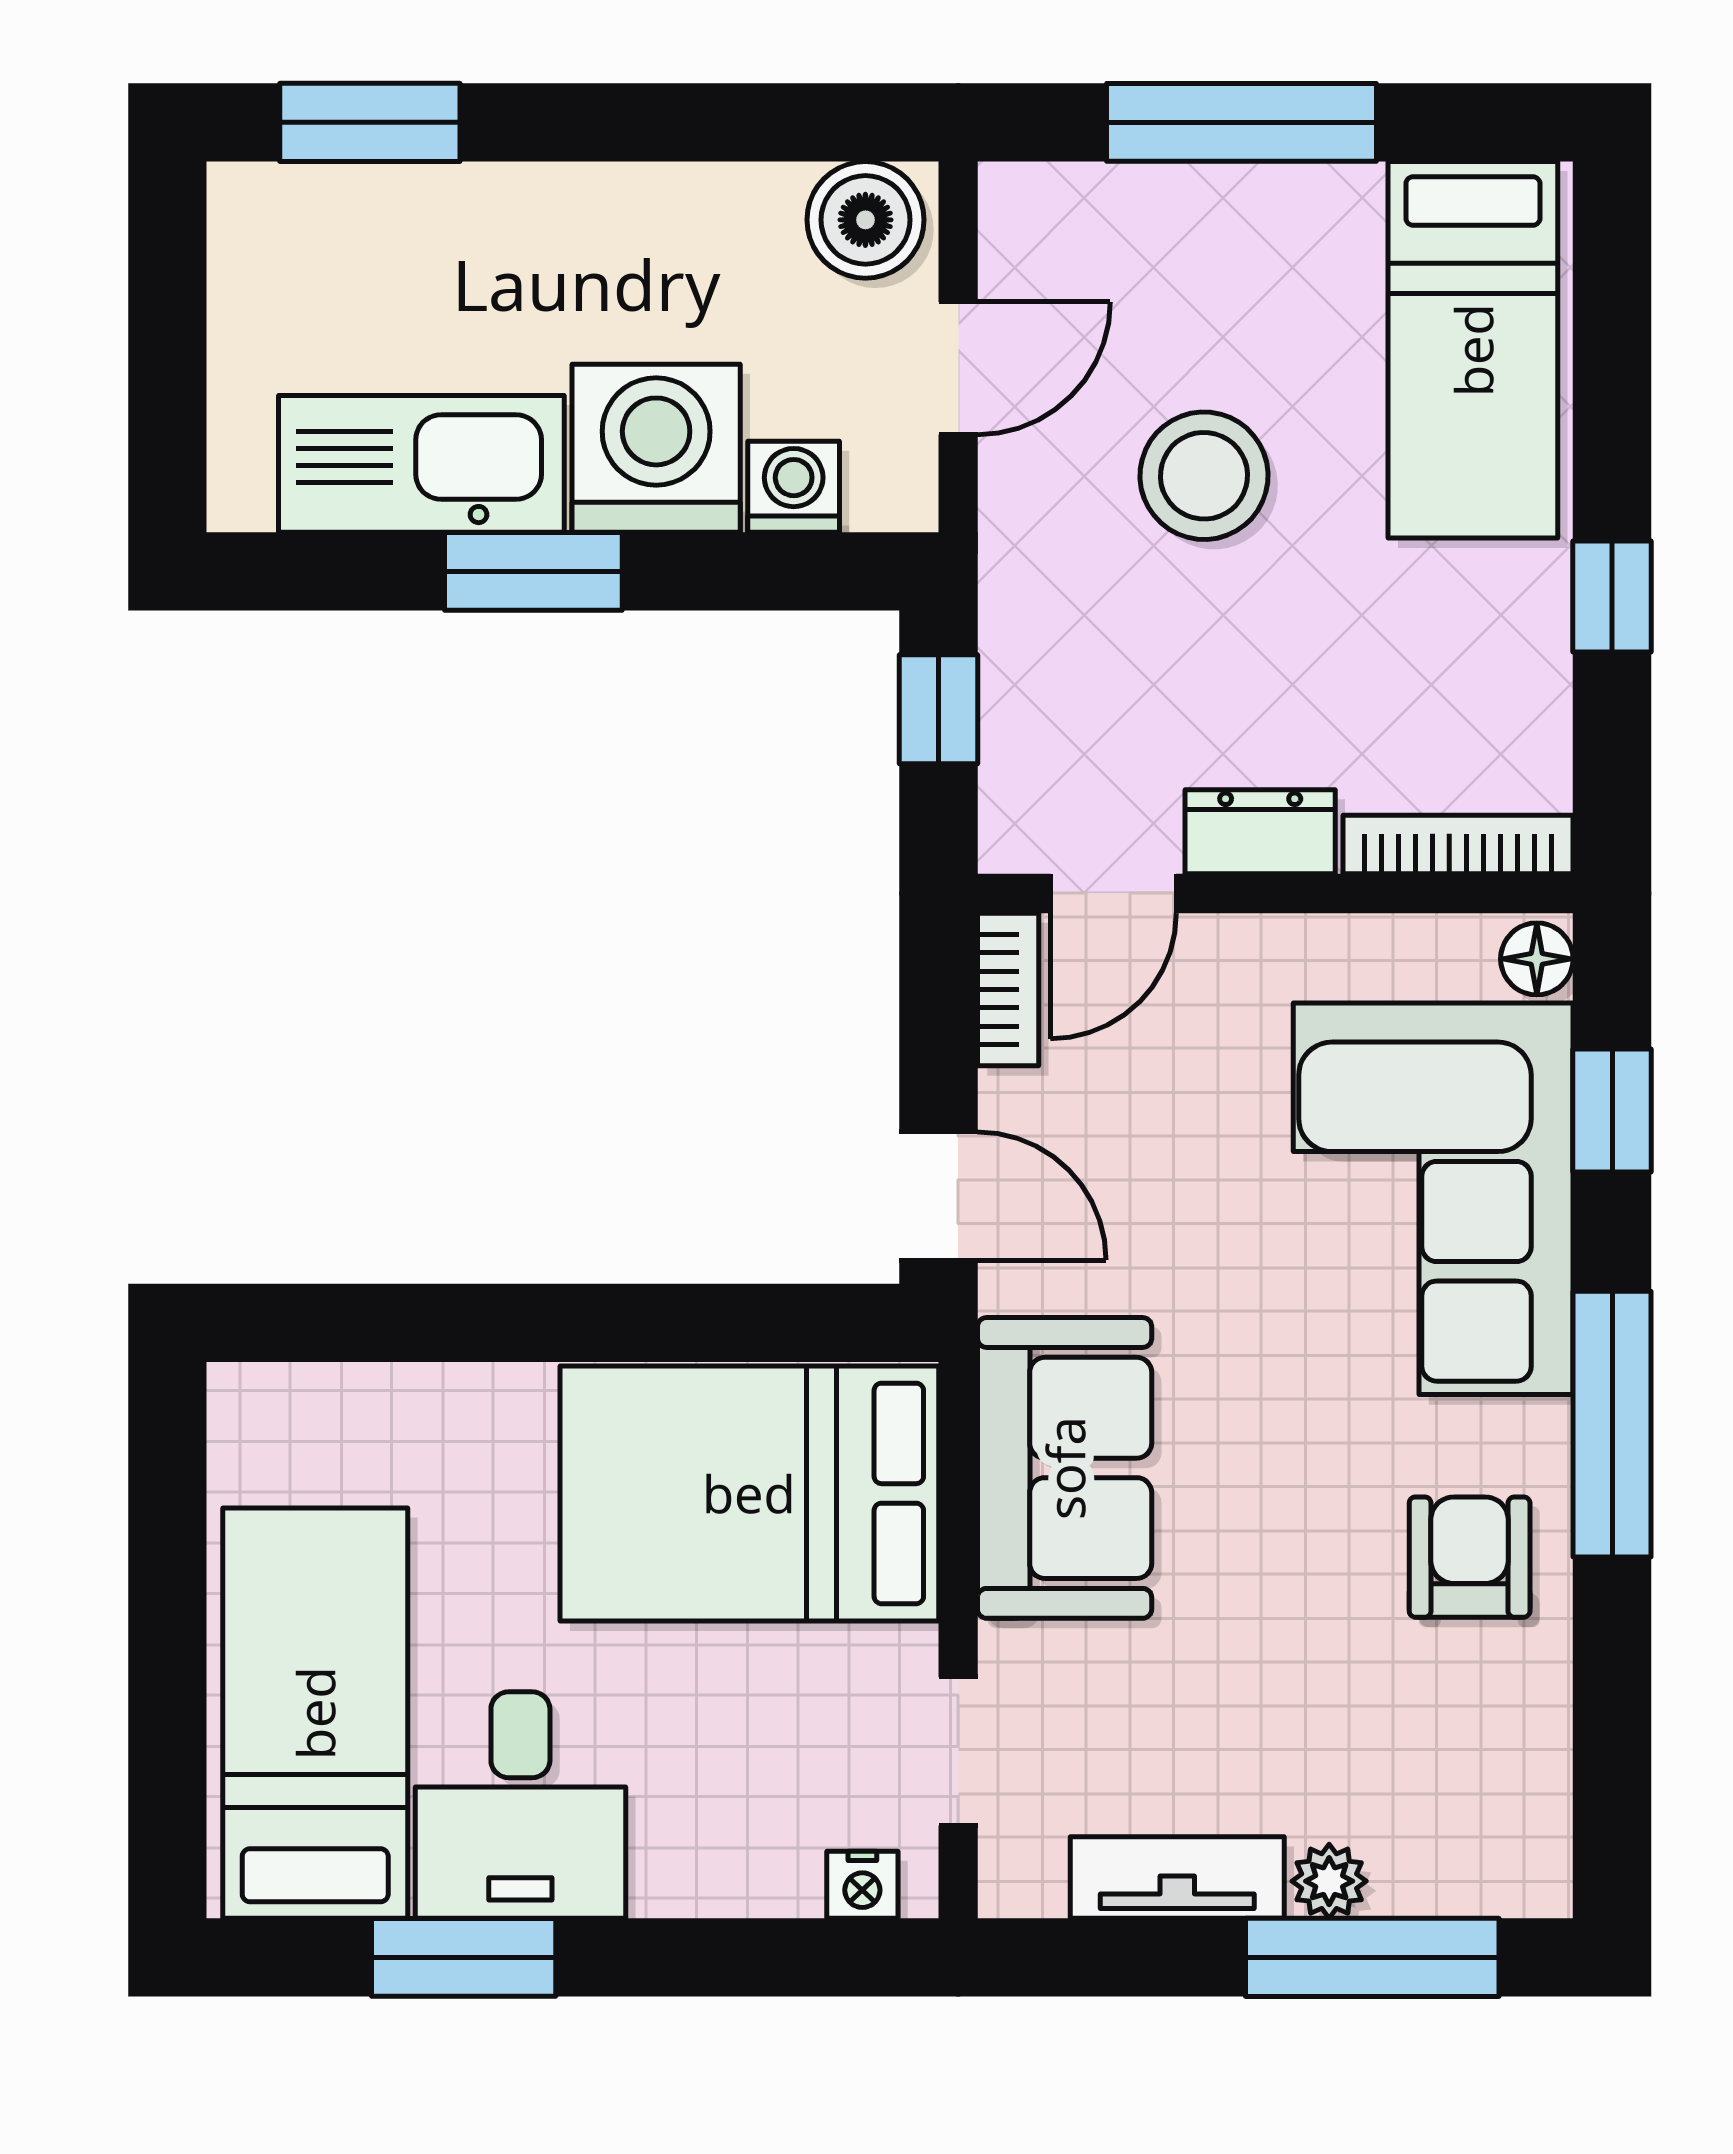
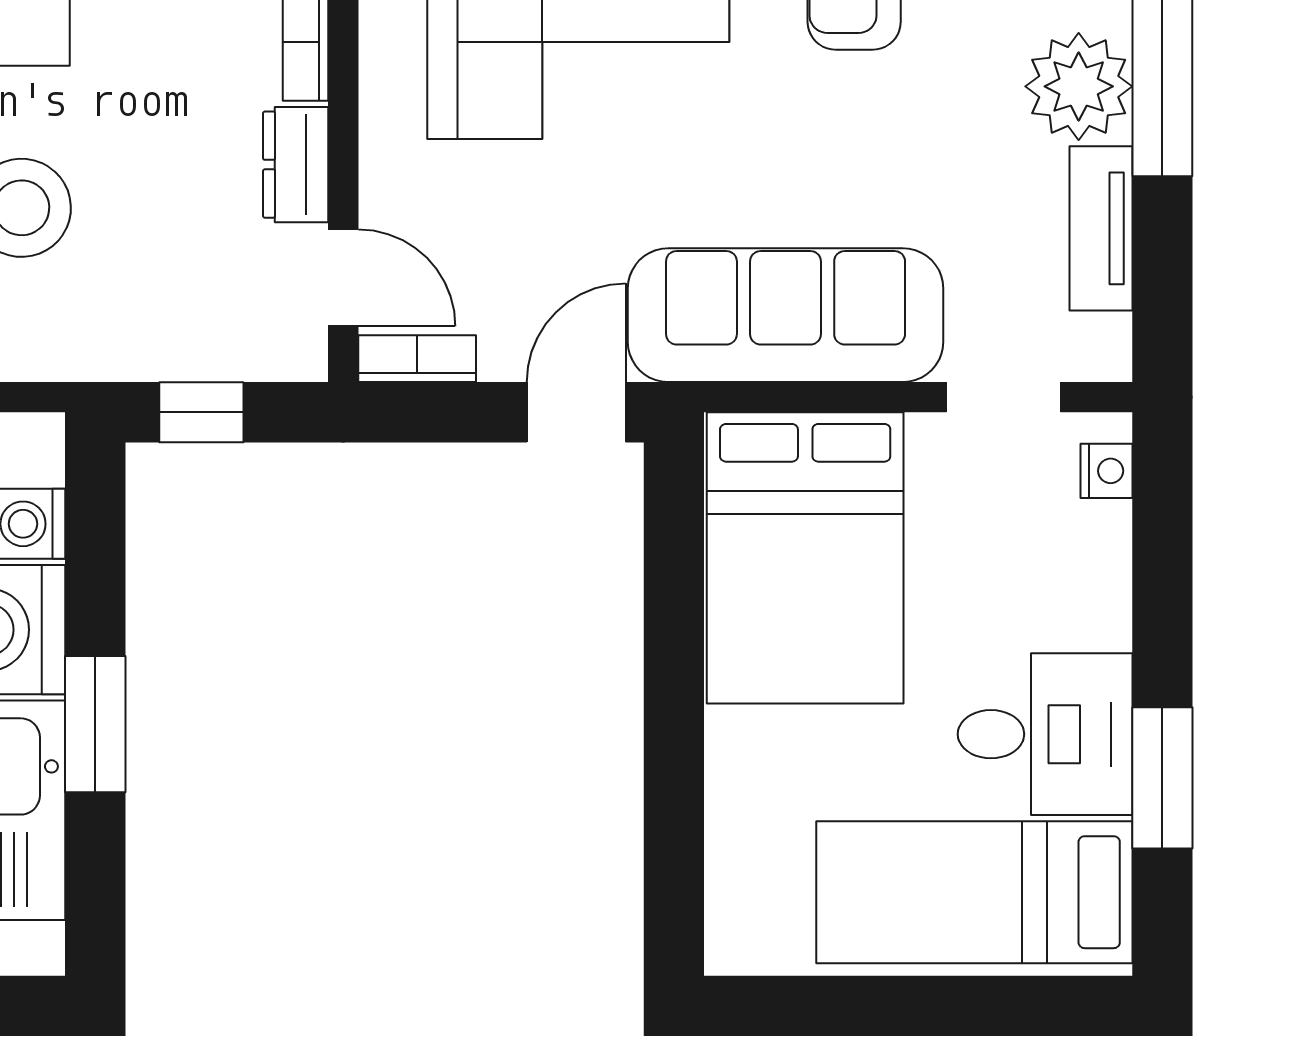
sofa: (1065, 1468) -> (786, 315), width x1.36
plant: (1329, 1881) -> (1079, 86), width x1.88, depth x1.88

